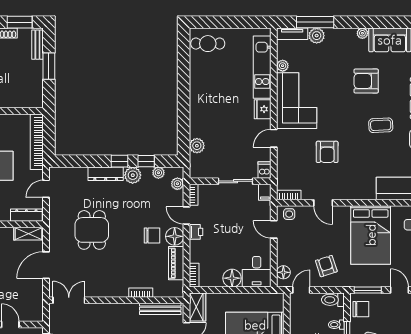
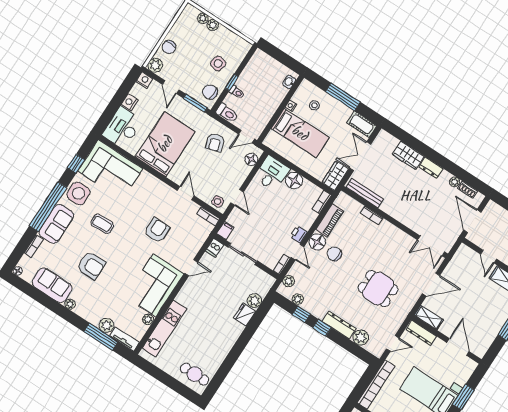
fridge: (263, 109) -> (245, 315), moved, turned 180
plant: (133, 175) -> (361, 337), moved
dining table: (92, 230) -> (378, 289), turned 90

